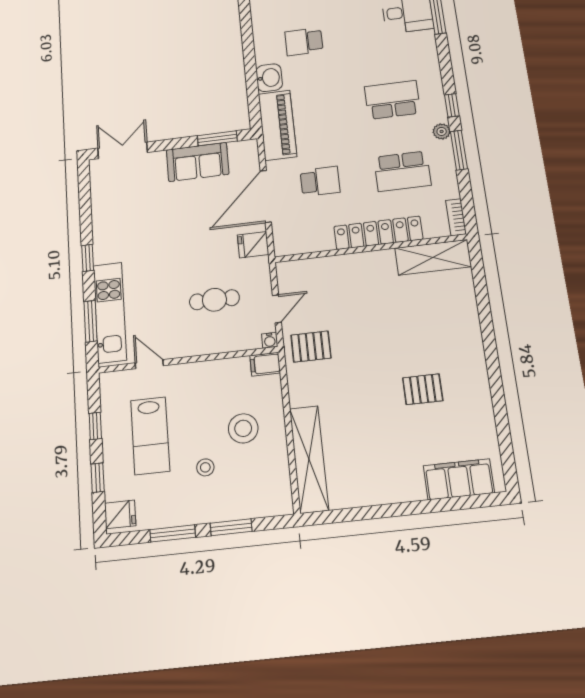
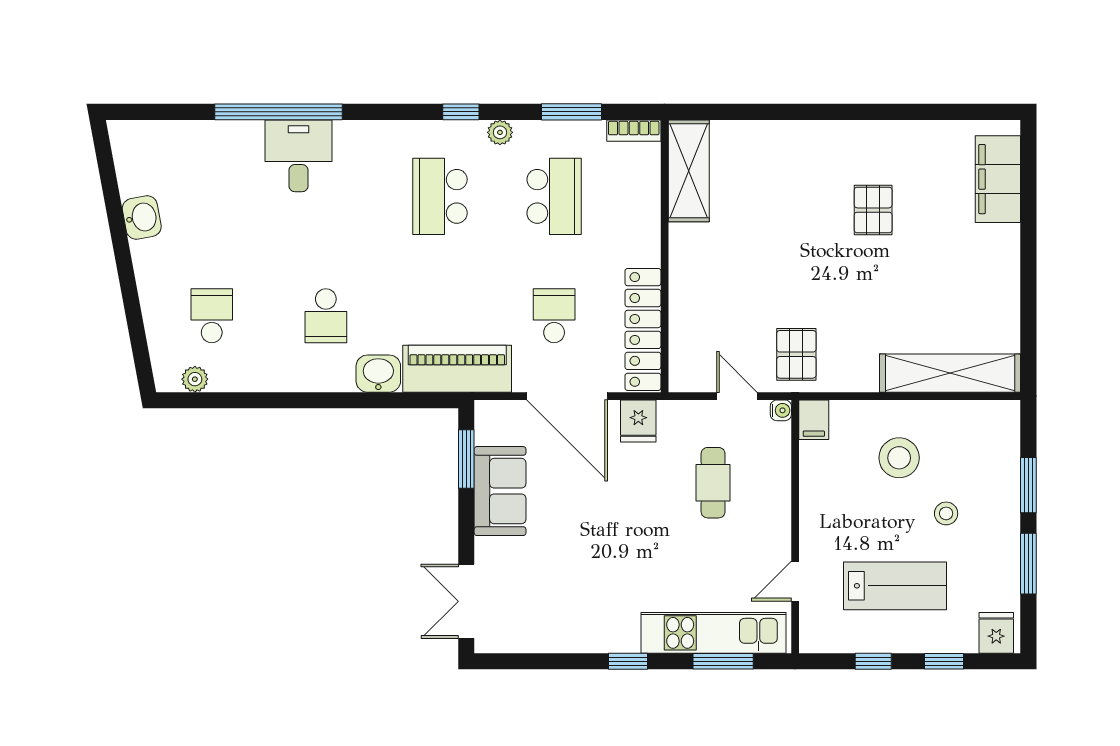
window: (459, 150) -> (572, 112), moved
locker: (378, 233) -> (643, 329), moved

